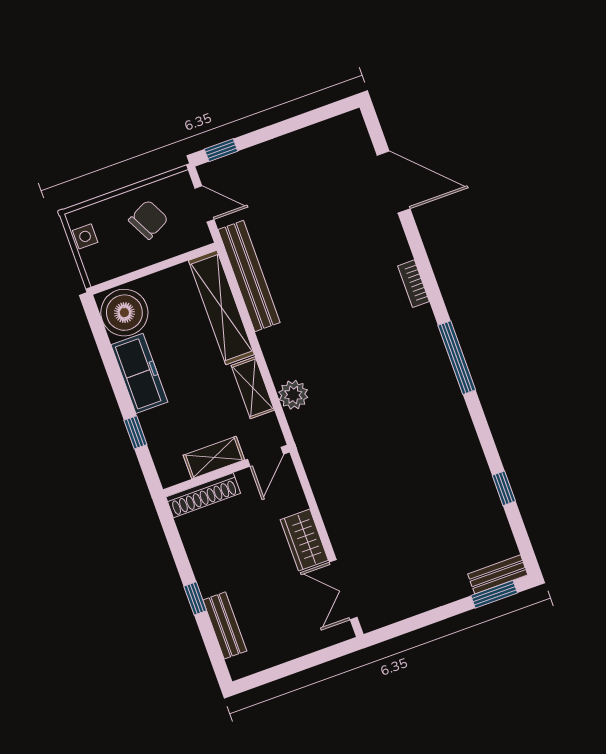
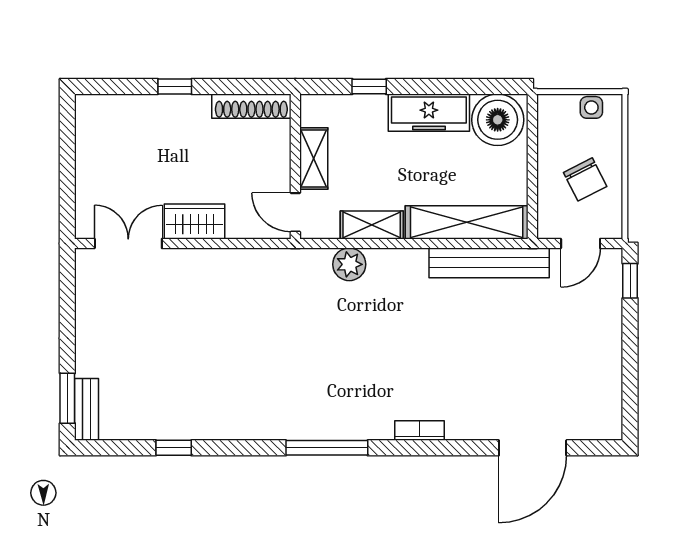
shoe rack: (203, 495) -> (251, 106), moved, turned -90
bench: (225, 625) -> (136, 107), removed

